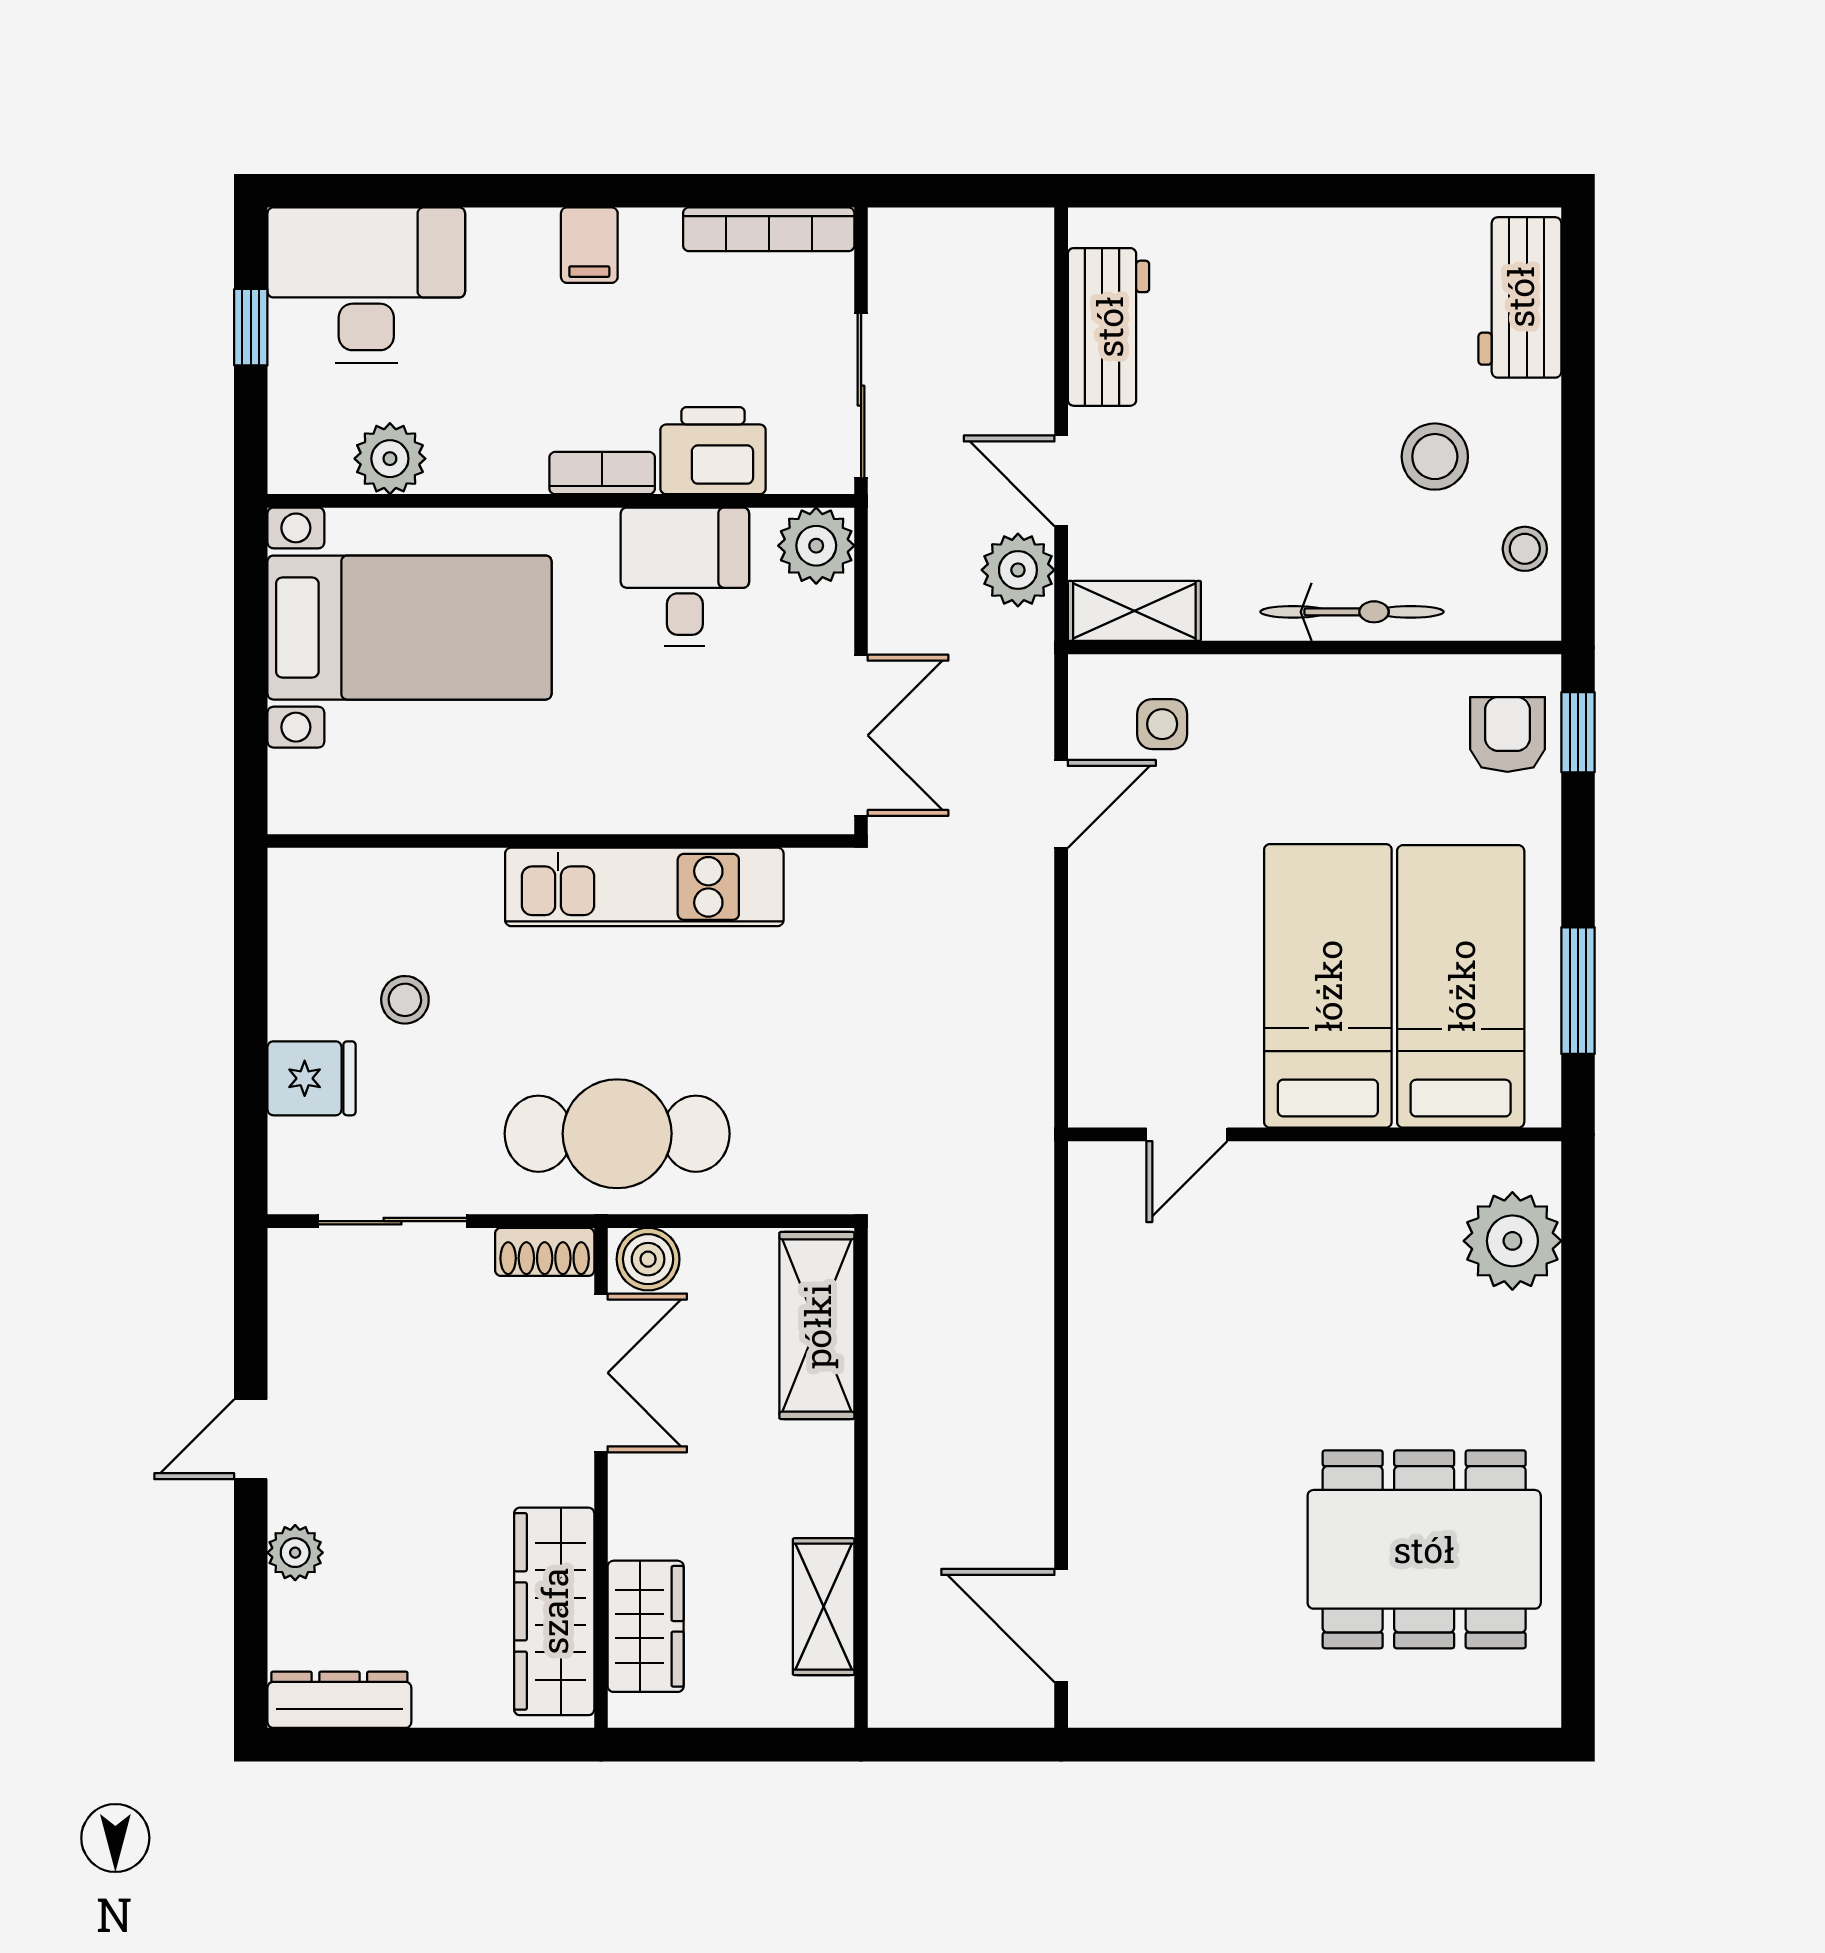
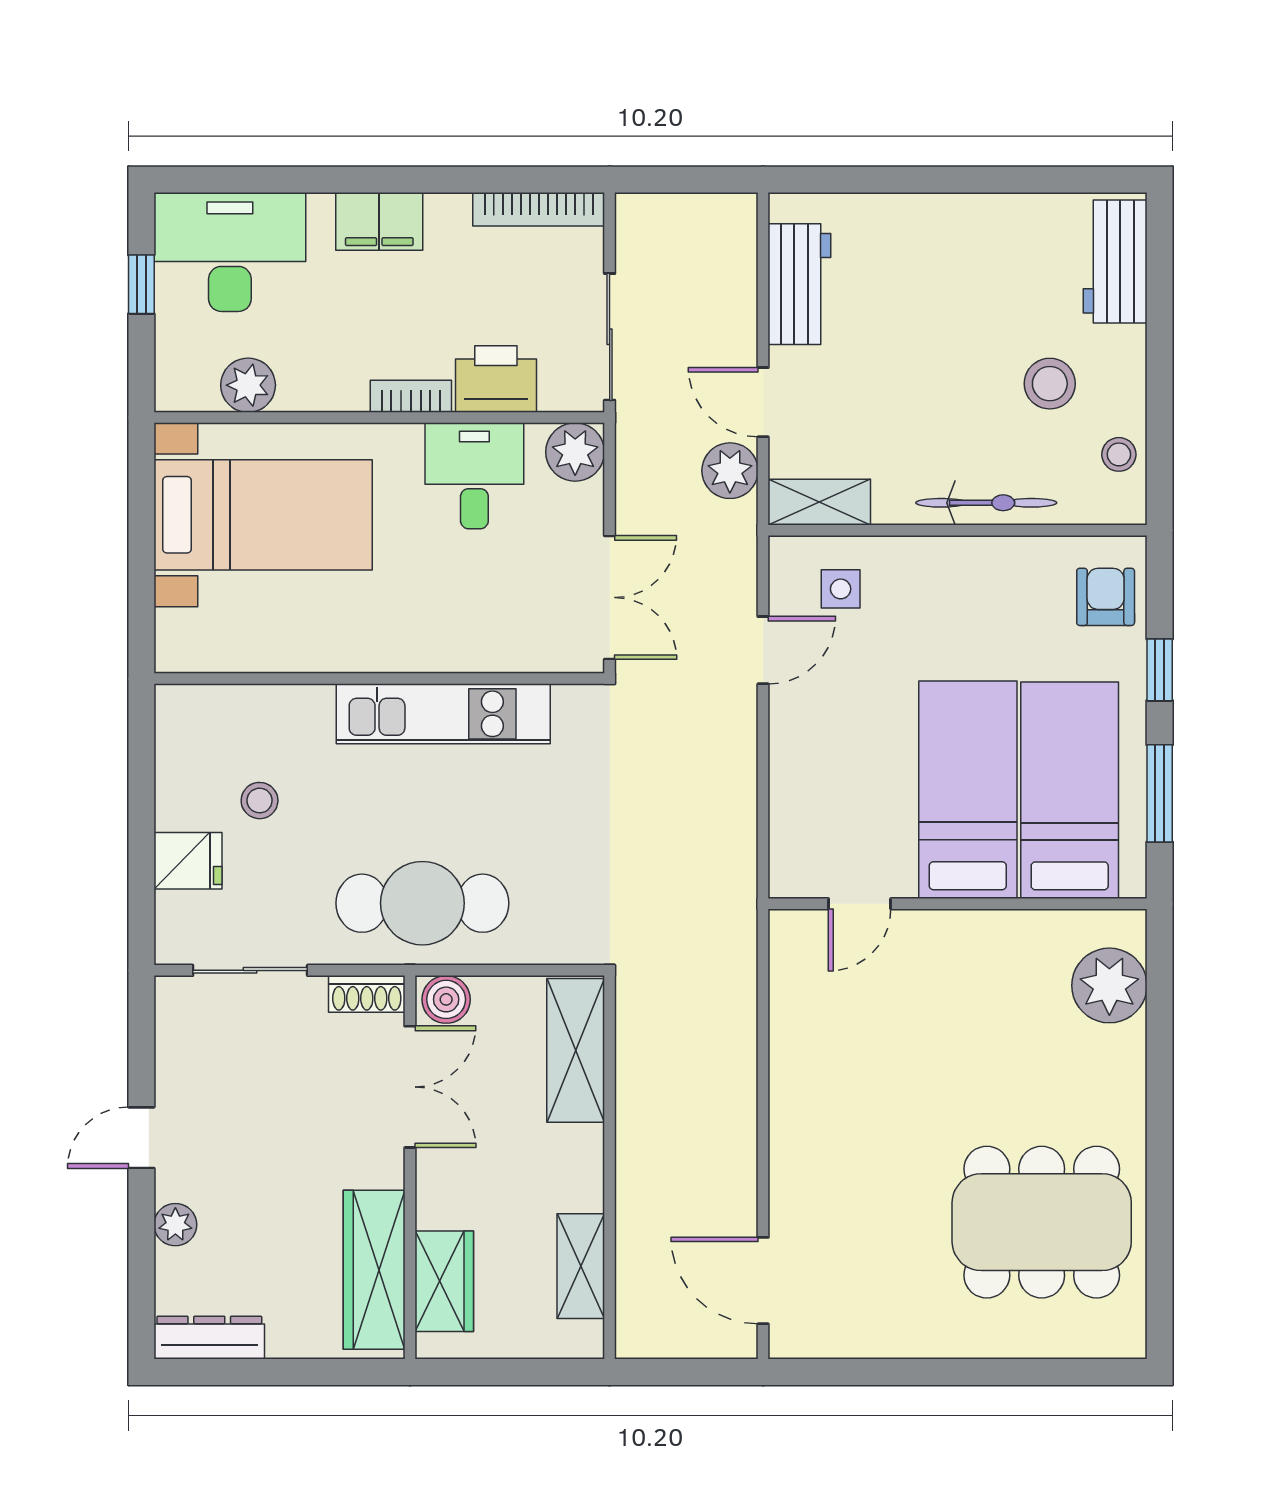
filing cabinet: (589, 245) -> (379, 221), width x2.00
window: (1578, 732) -> (1160, 670), moved

